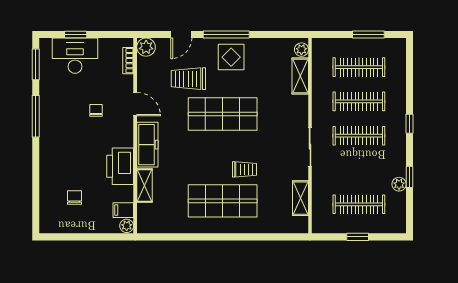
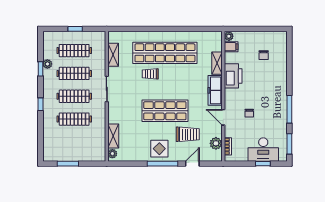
plant: (146, 47) -> (216, 143), moved
clothes rail: (359, 67) -> (74, 73), moved
shop shelf: (223, 201) -> (165, 53), width x1.40

